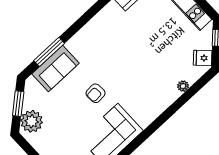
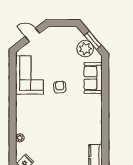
window: (49, 52) -> (105, 83), removed
plant: (32, 121) -> (85, 49), moved

